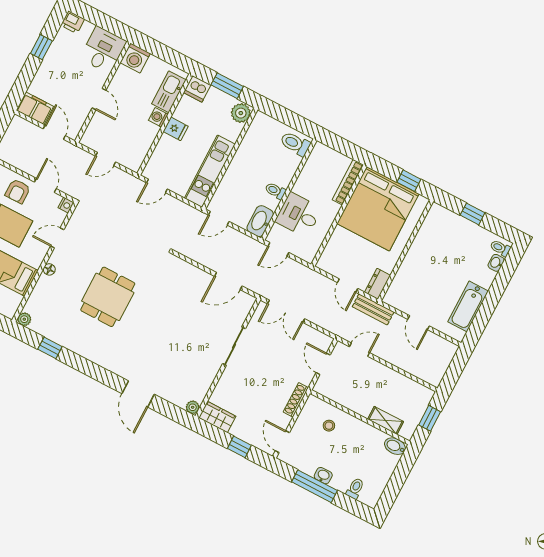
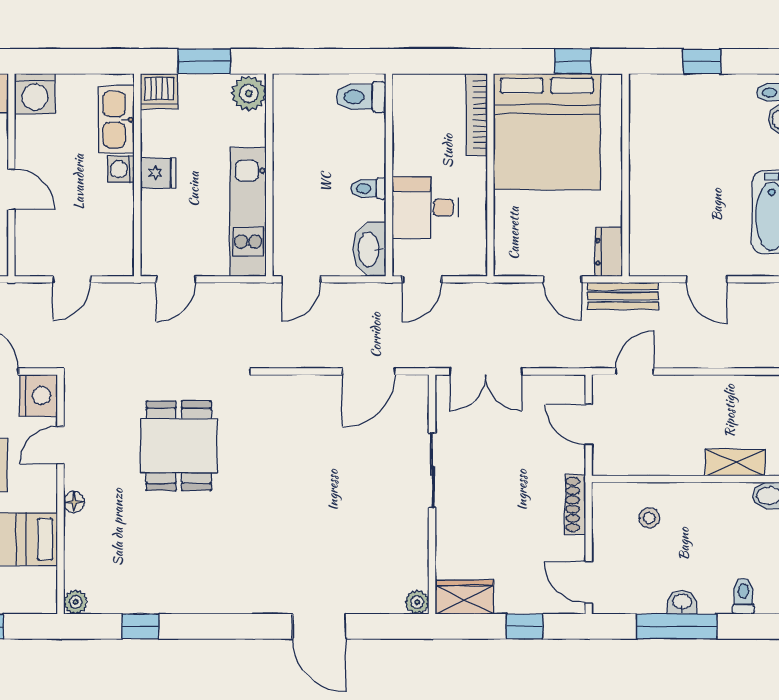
nightstand: (66, 205) -> (39, 396), width x1.89, depth x1.79
dining table: (108, 297) -> (179, 446), moved

